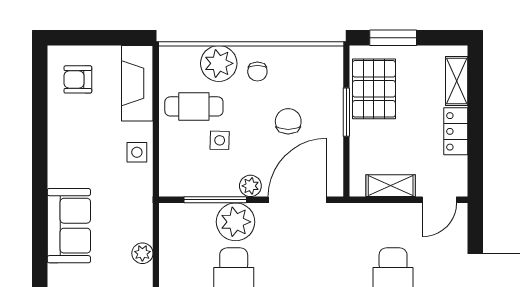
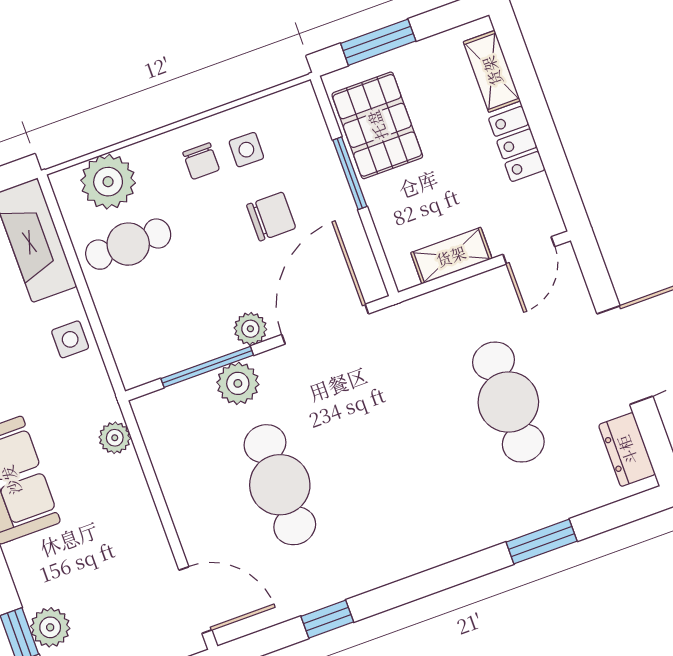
plant: (219, 63) -> (108, 182), moved
chair: (288, 121) -> (271, 217), turned 90
side table: (220, 140) -> (246, 150), moved
plant: (236, 222) -> (238, 383), width x0.73, depth x0.73
plant: (142, 253) -> (115, 438), moved

